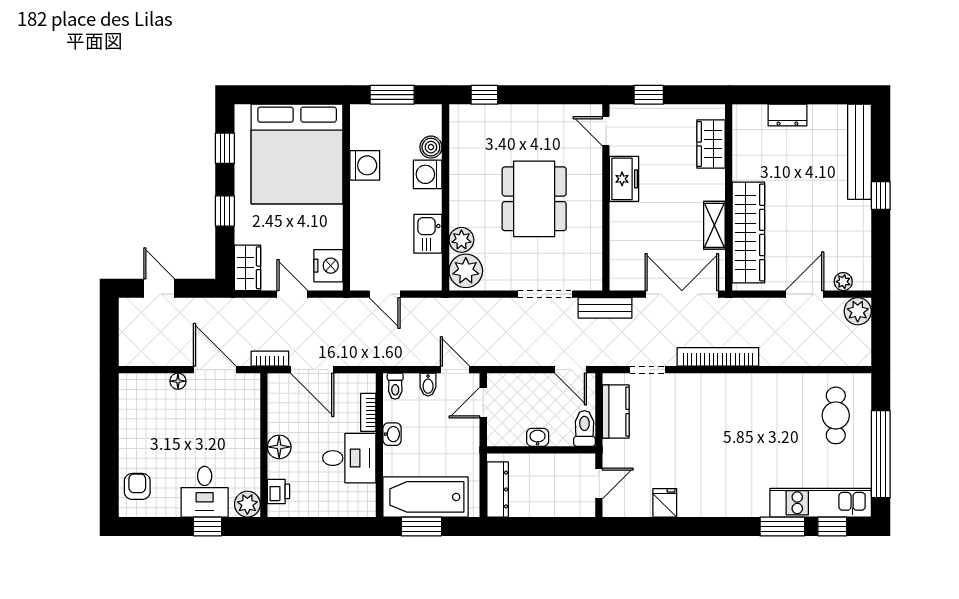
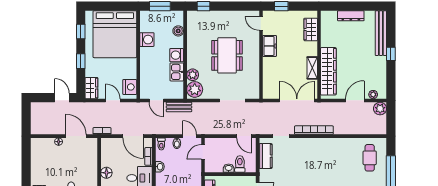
dresser: (787, 115) -> (351, 16), width x1.44
washing machine: (428, 174) -> (177, 55), moved
door: (159, 288) -> (62, 98), moved
bench: (605, 308) -> (179, 107), moved
door: (312, 370) -> (133, 136), moved
toilet: (584, 428) -> (240, 164), moved

